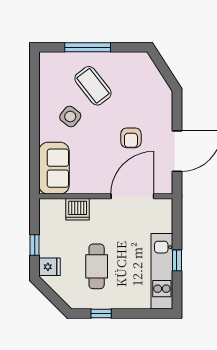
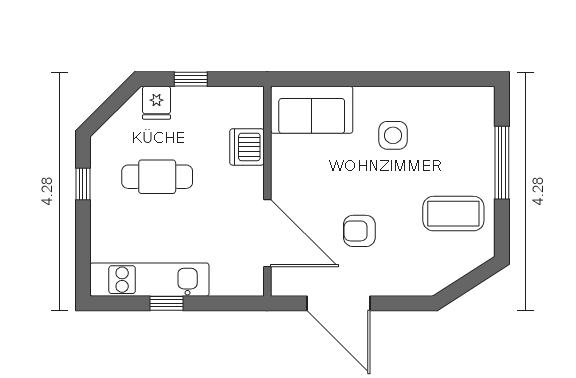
coffee table: (93, 86) -> (453, 214), moved, turned 38
side table: (70, 116) -> (393, 135), turned -37

